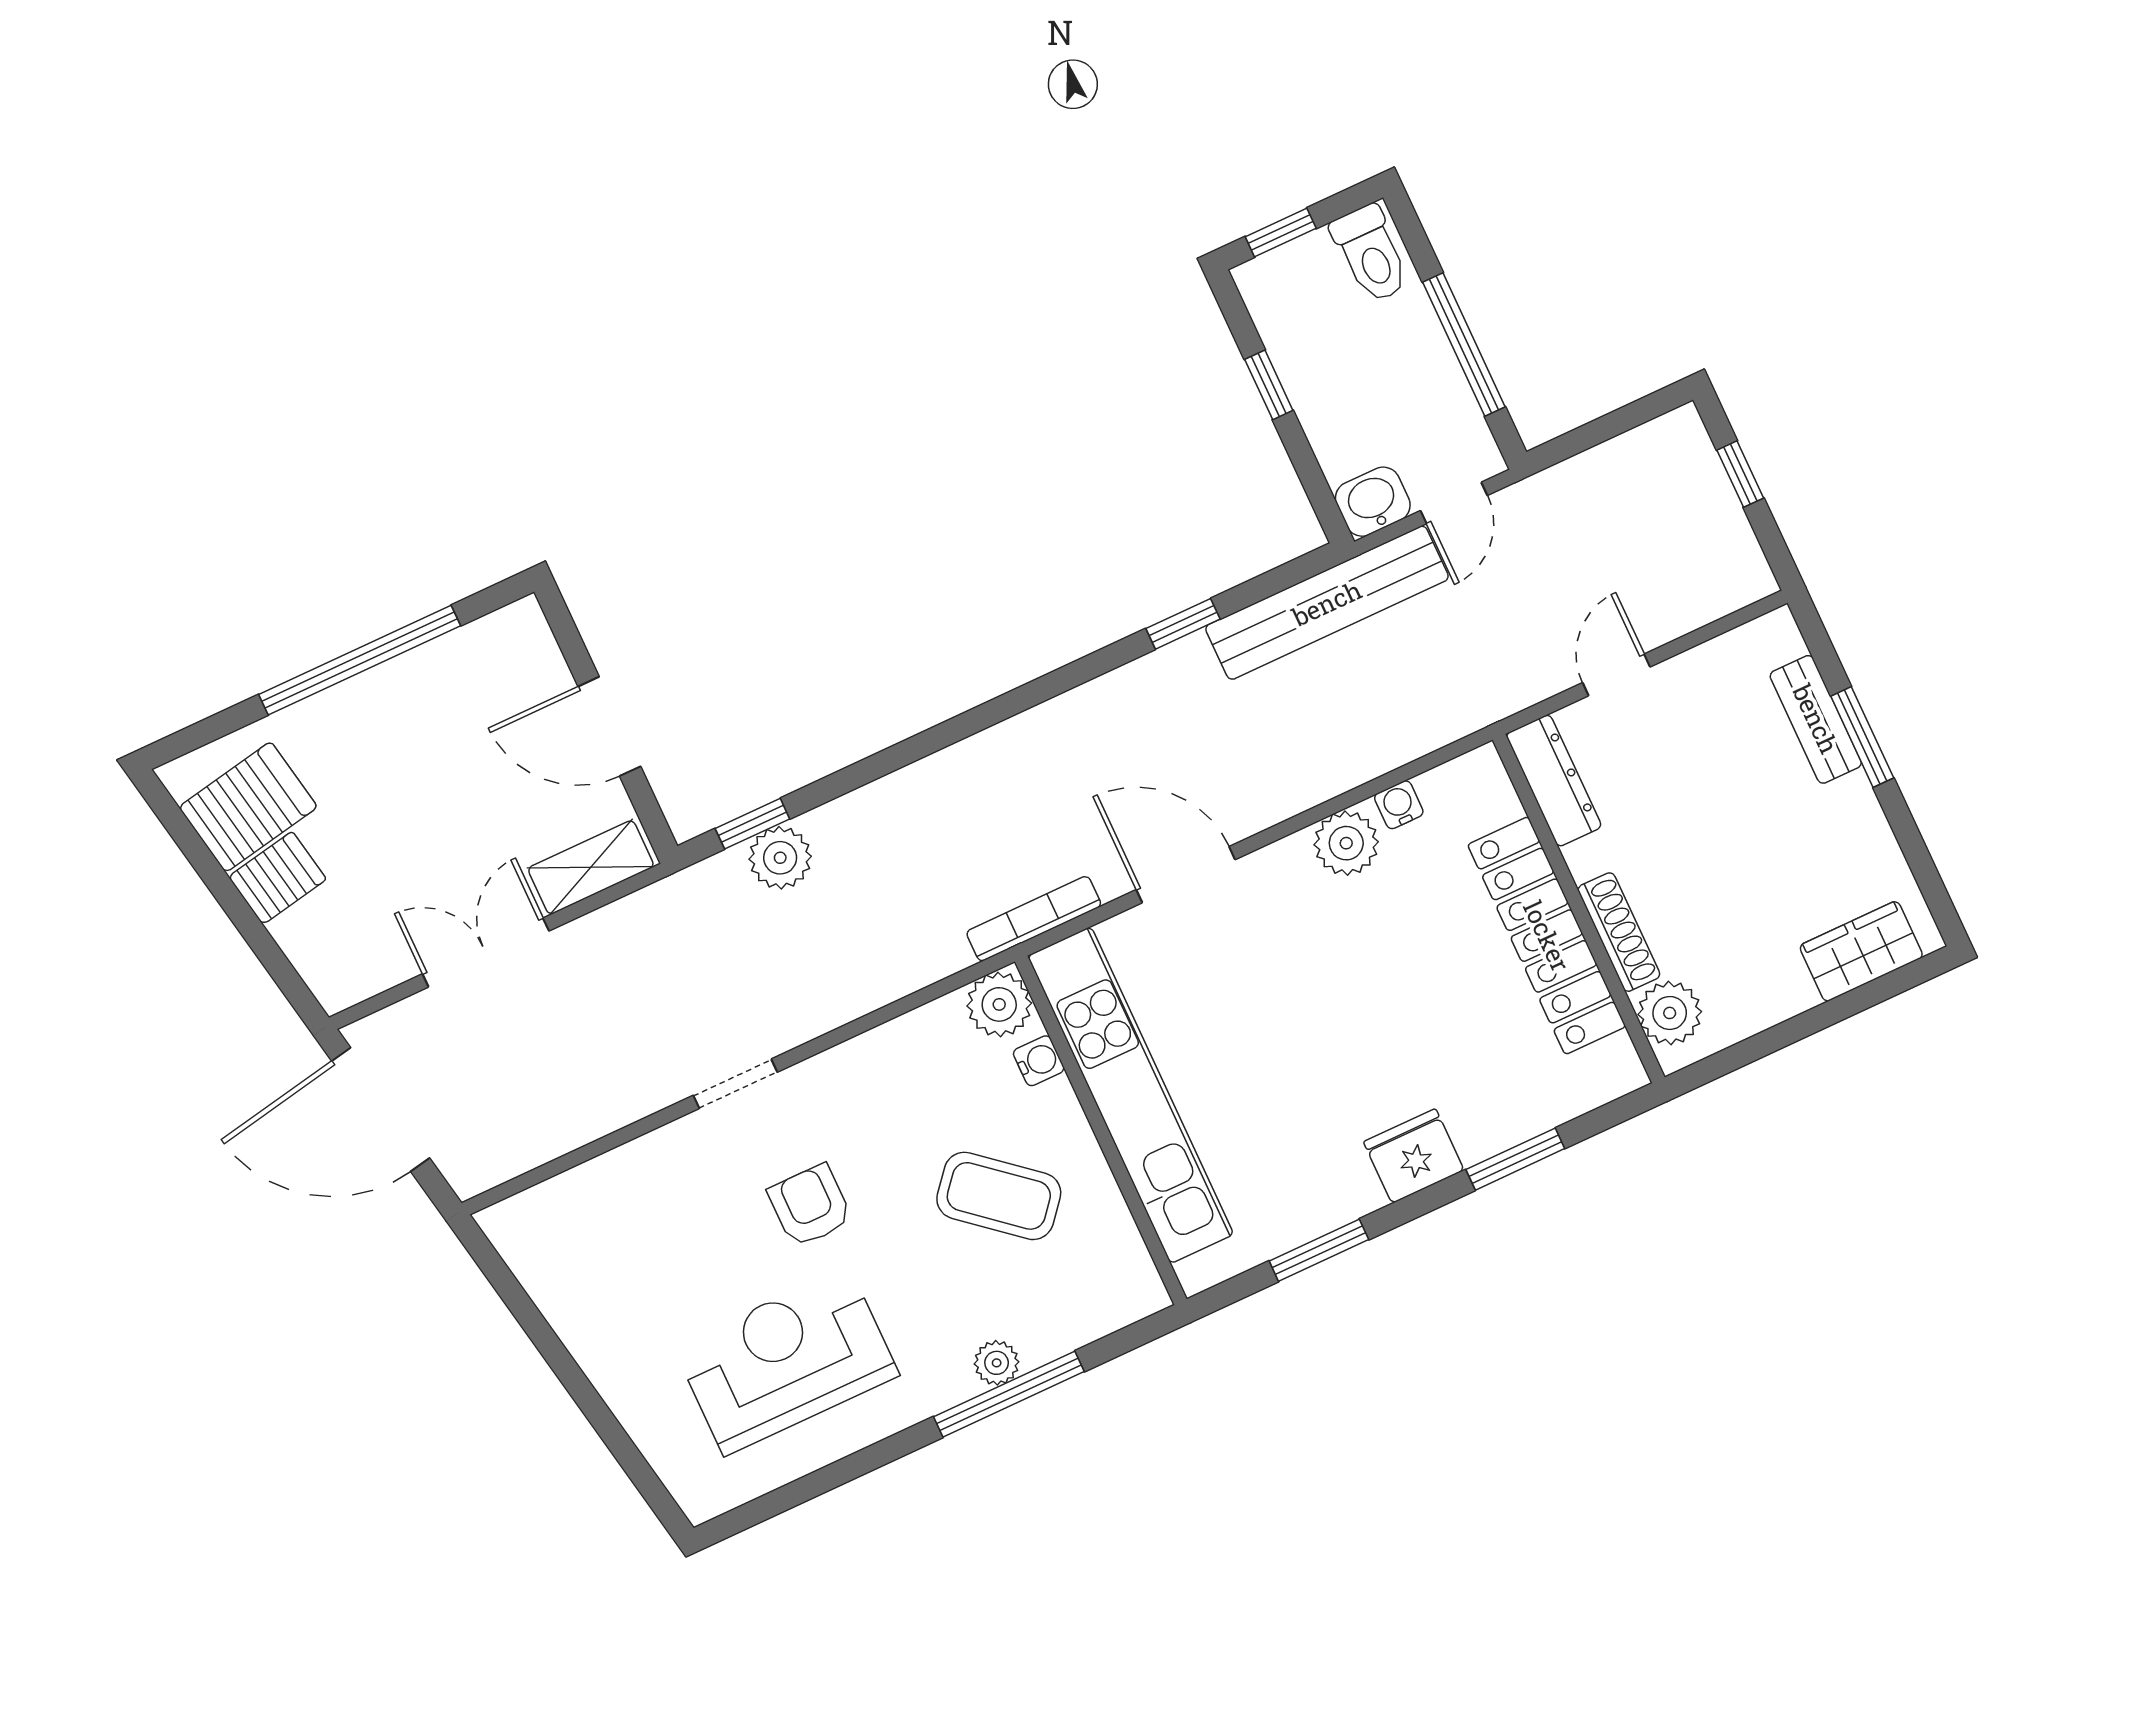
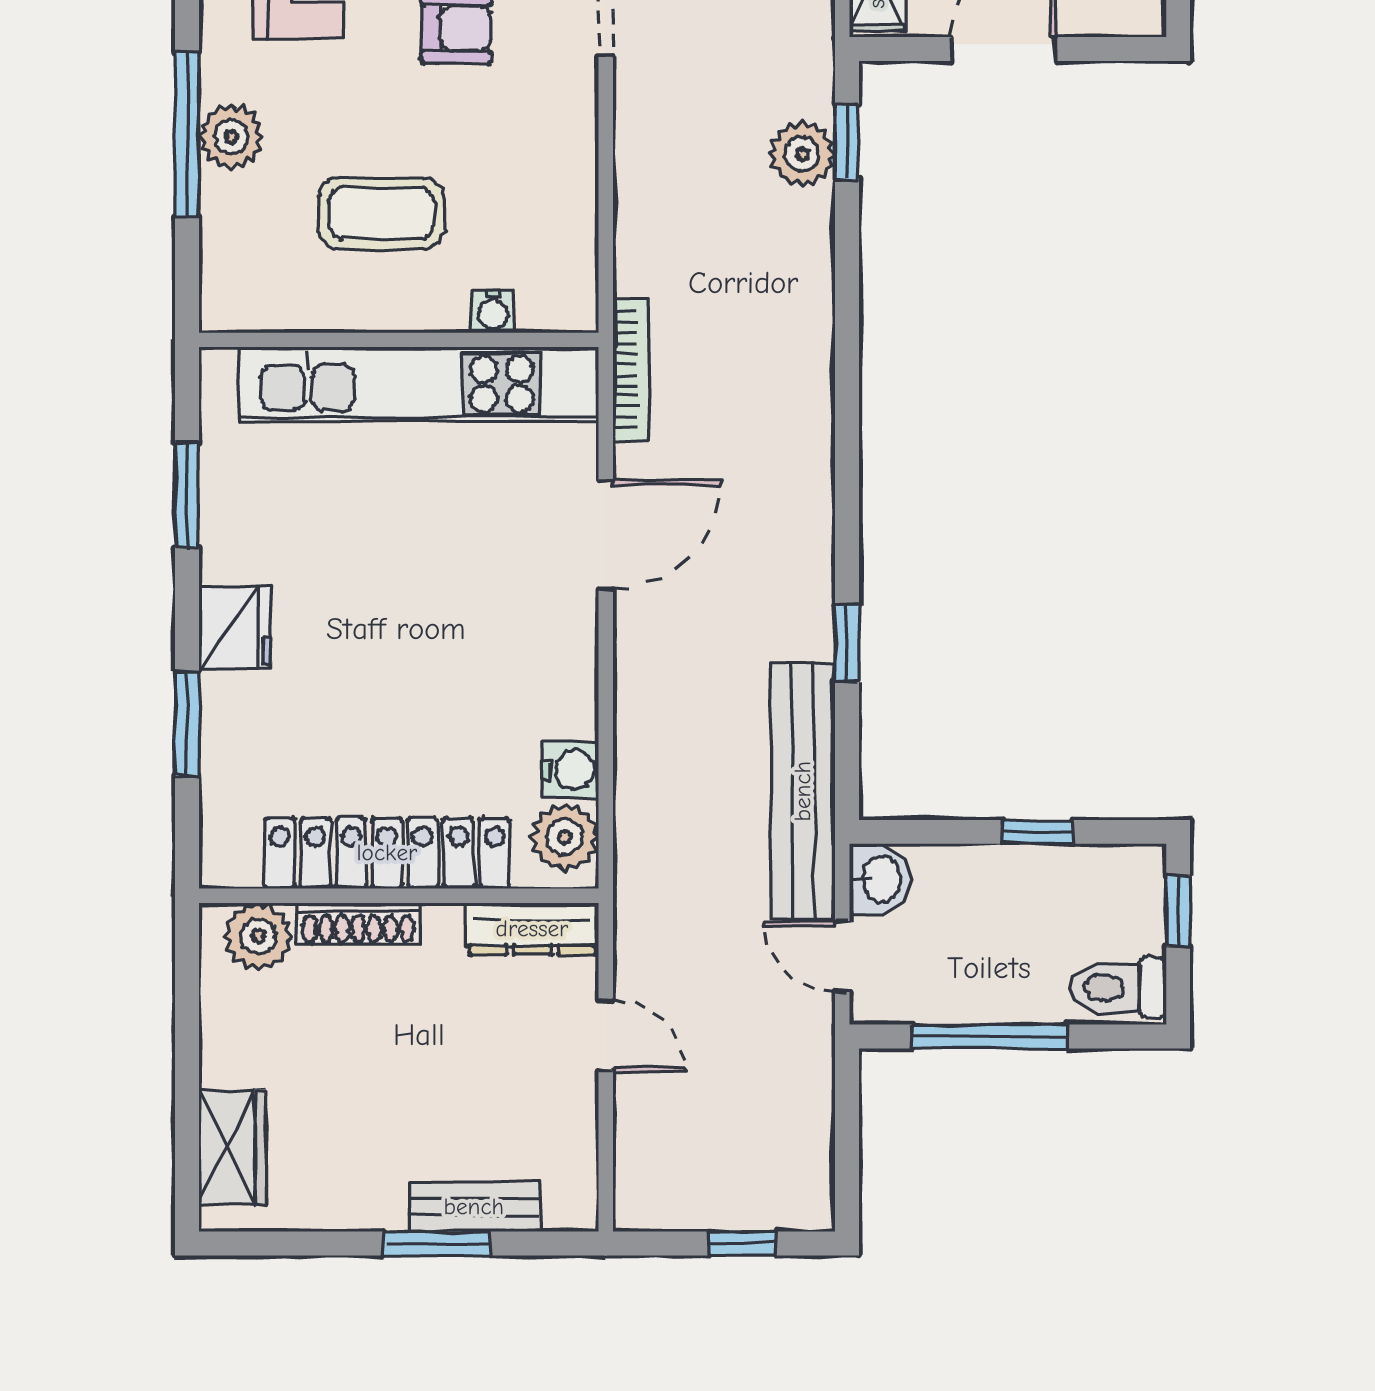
water cooler: (1399, 805) -> (570, 770), width x1.38, depth x1.38
plant: (1346, 843) -> (564, 837), moved
plant: (999, 1004) -> (564, 299), removed
coffee table: (999, 1196) -> (381, 213), turned 50
plant: (997, 1363) -> (231, 137), width x1.38, depth x1.38

